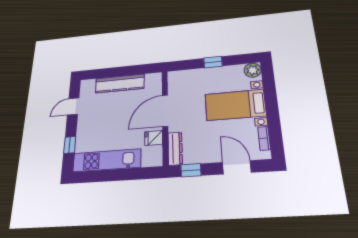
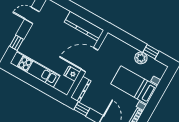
window: (213, 62) -> (151, 52), moved
plant: (253, 70) -> (141, 58), moved
kitchen counter: (120, 83) -> (84, 26), moved

